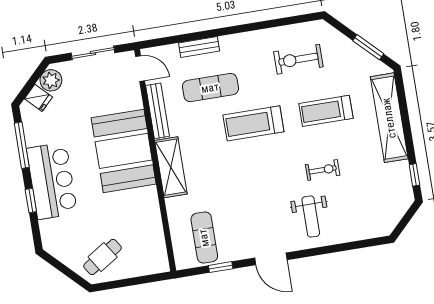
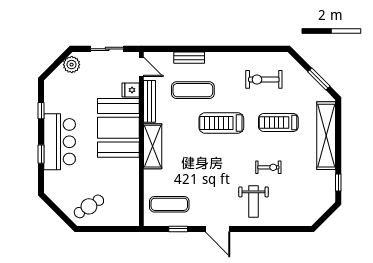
fridge: (38, 98) -> (131, 90), moved, turned 135
window: (22, 145) -> (41, 111), width x0.46
exercise mat: (204, 238) -> (169, 204), turned 90

